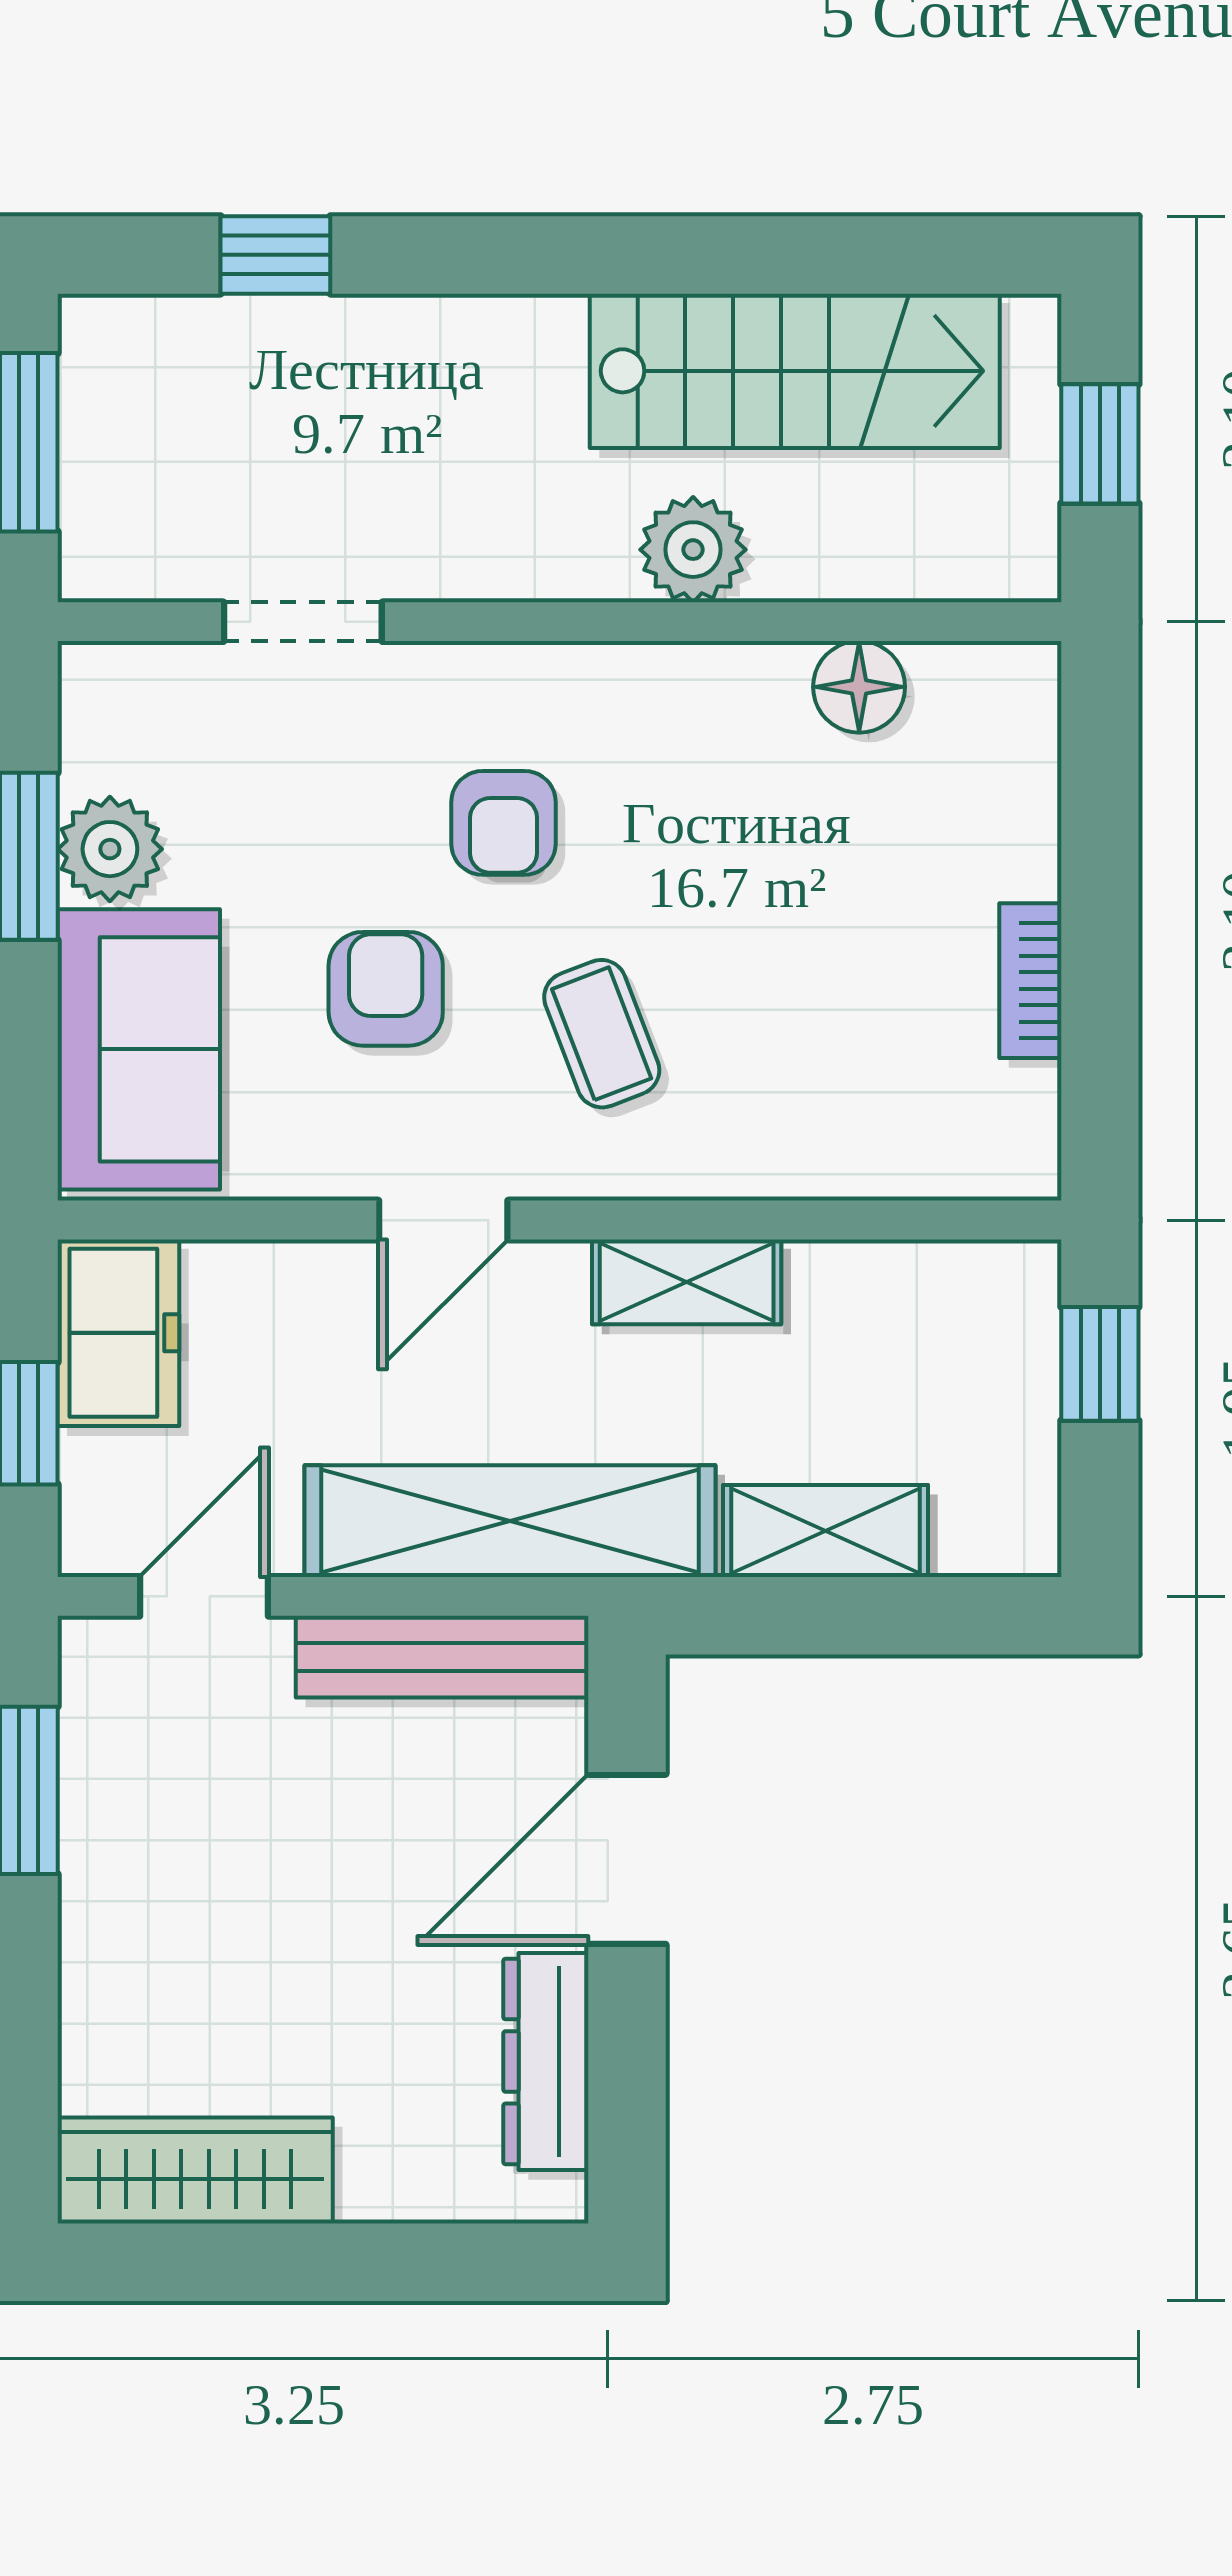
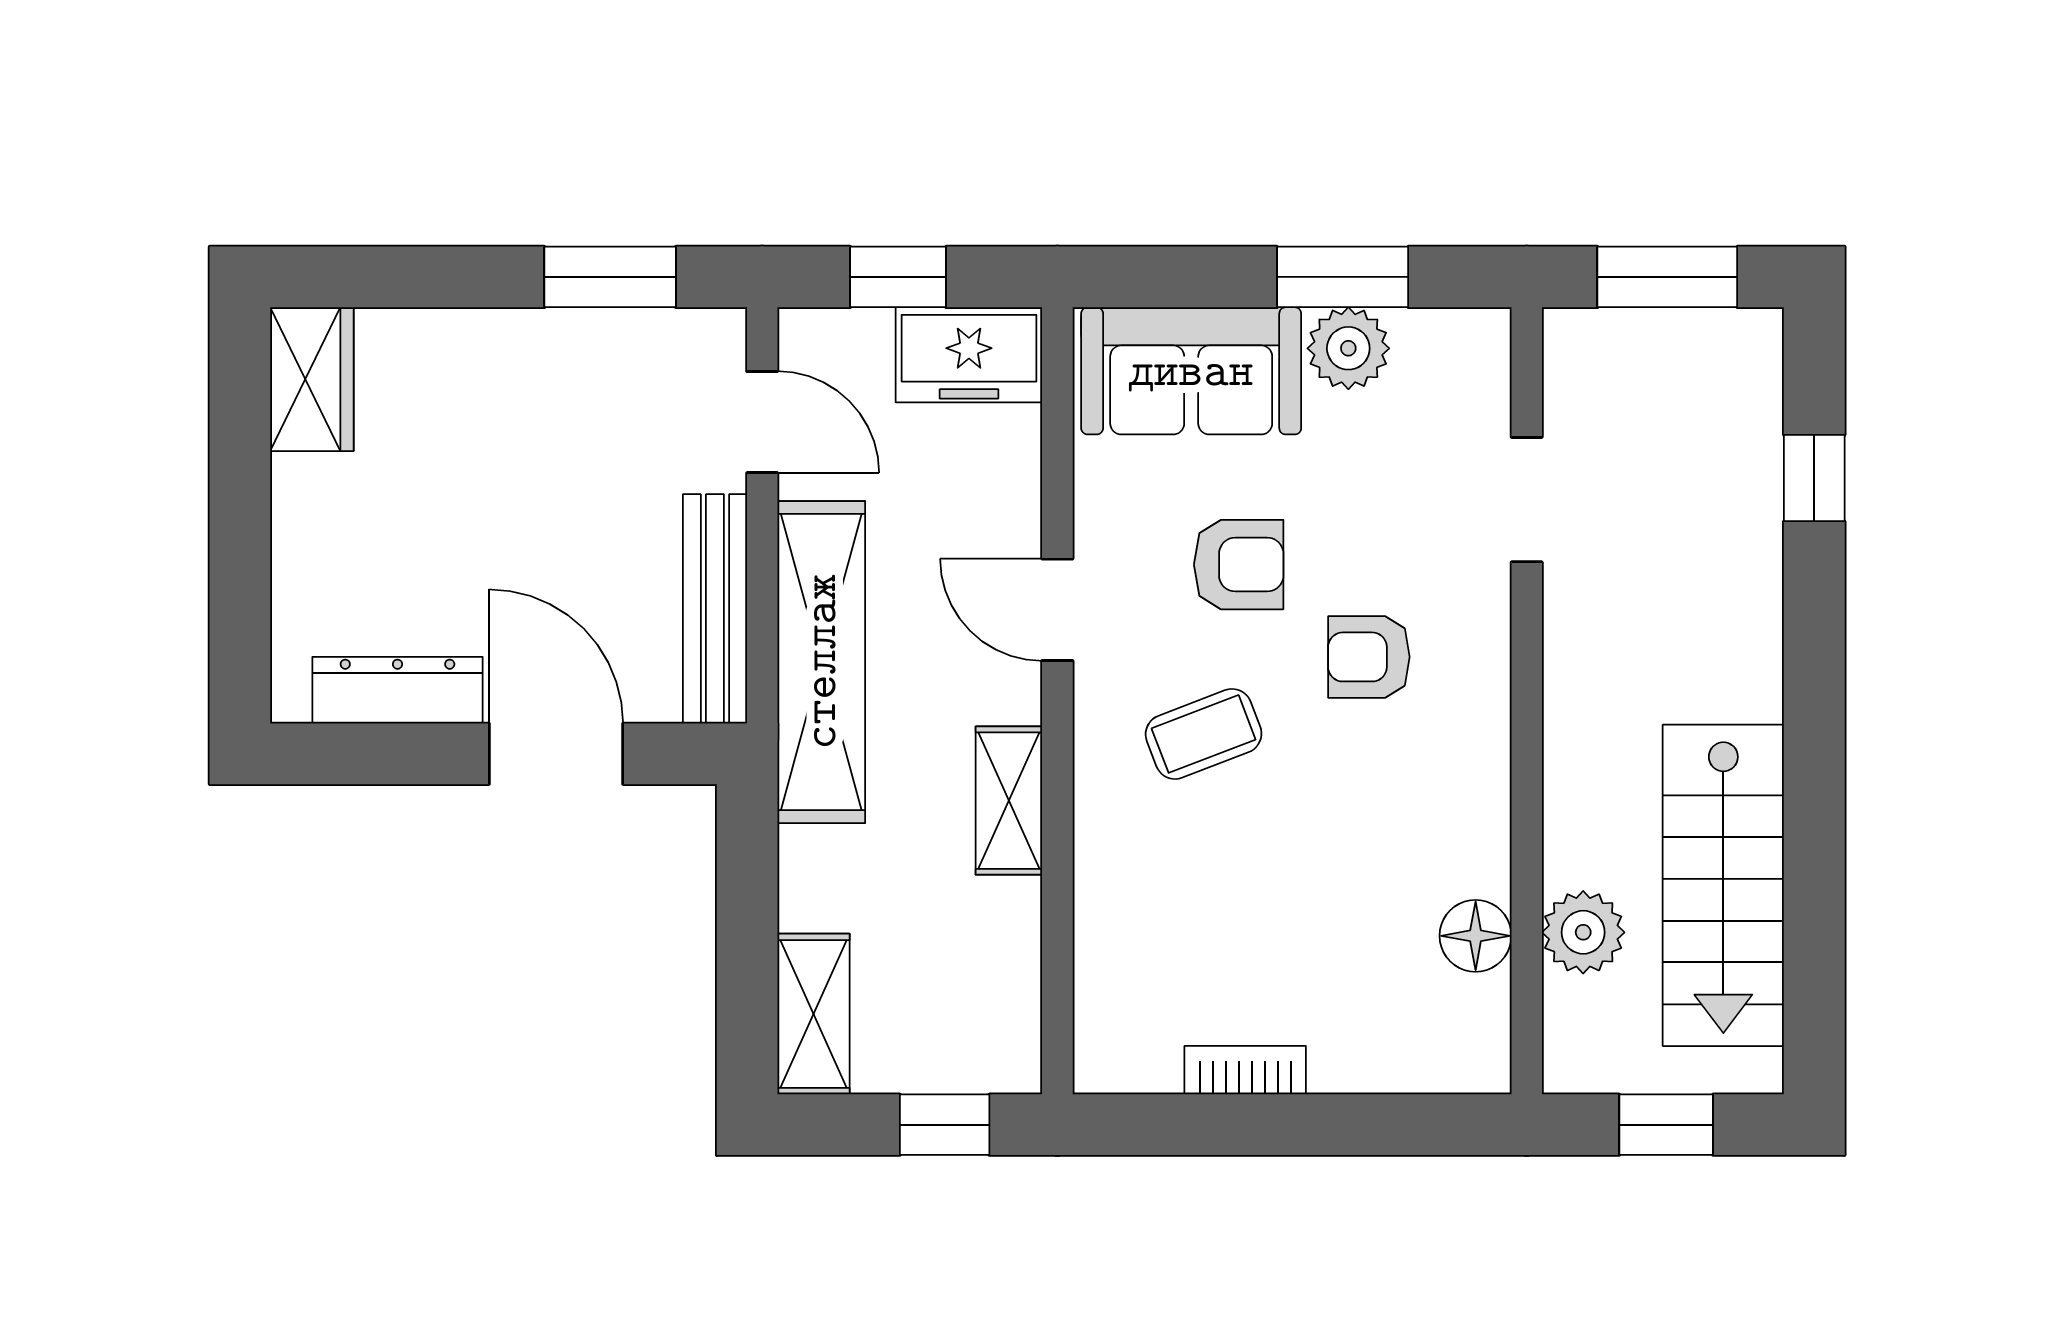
plant: (693, 550) -> (1583, 932), moved
shelving: (825, 1531) -> (813, 1014), moved
wardrobe: (195, 2171) -> (312, 379), width x0.67

